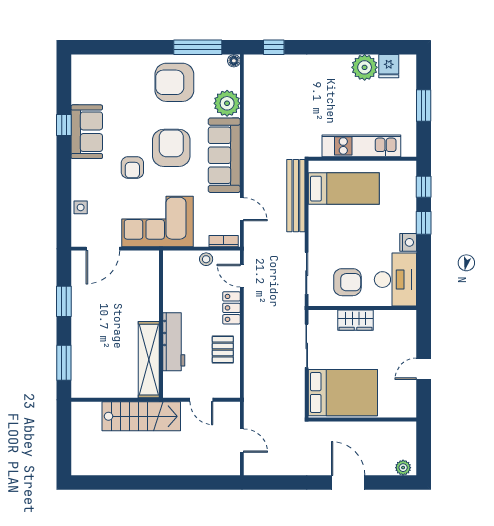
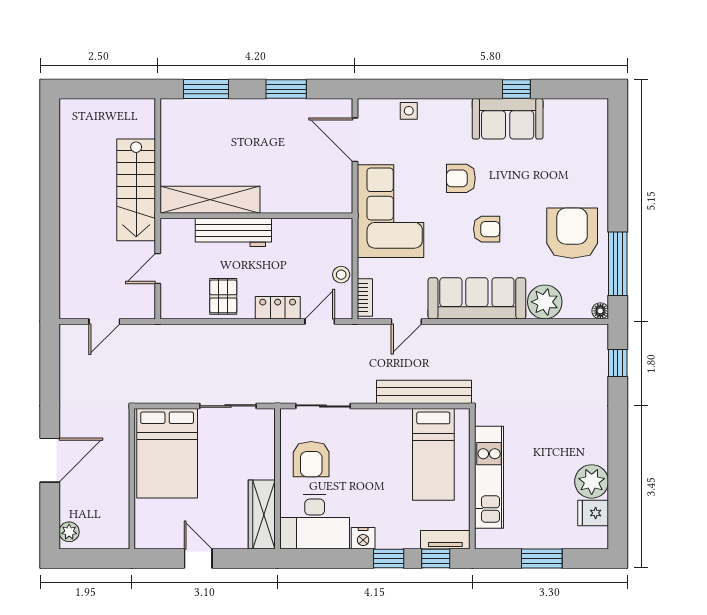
armchair: (171, 148) -> (487, 229), width x0.53, depth x0.53
tv unit: (409, 179) -> (445, 540), added
wardrobe: (356, 320) -> (262, 515), moved, width x1.50
pallet: (223, 349) -> (223, 296), turned 90

